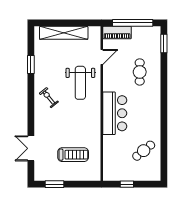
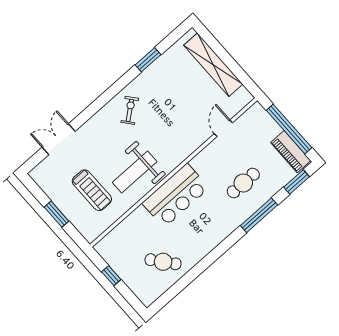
piano: (117, 33) -> (291, 152), moved
door: (102, 57) -> (223, 128), swing flipped
window: (164, 79) -> (259, 215), added
weight bench: (80, 83) -> (135, 172), moved
window: (54, 184) -> (57, 214), moved

